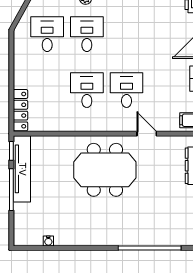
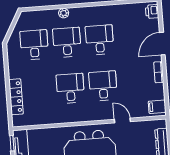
desk: (127, 34) -> (100, 40), added
locker: (20, 110) -> (16, 97), moved

